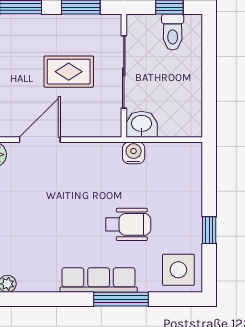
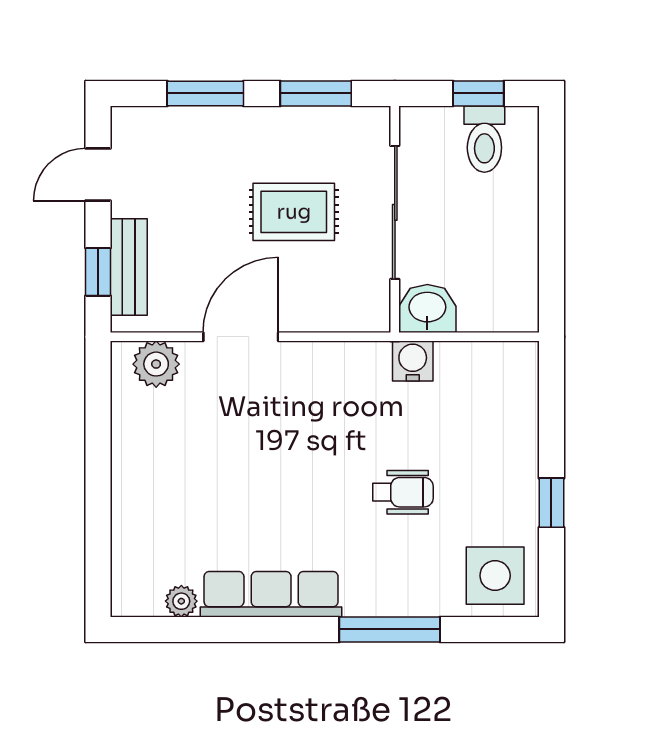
wheelchair: (128, 224) -> (403, 492), width x0.73, depth x0.73
row of seats: (99, 280) -> (271, 594), moved

